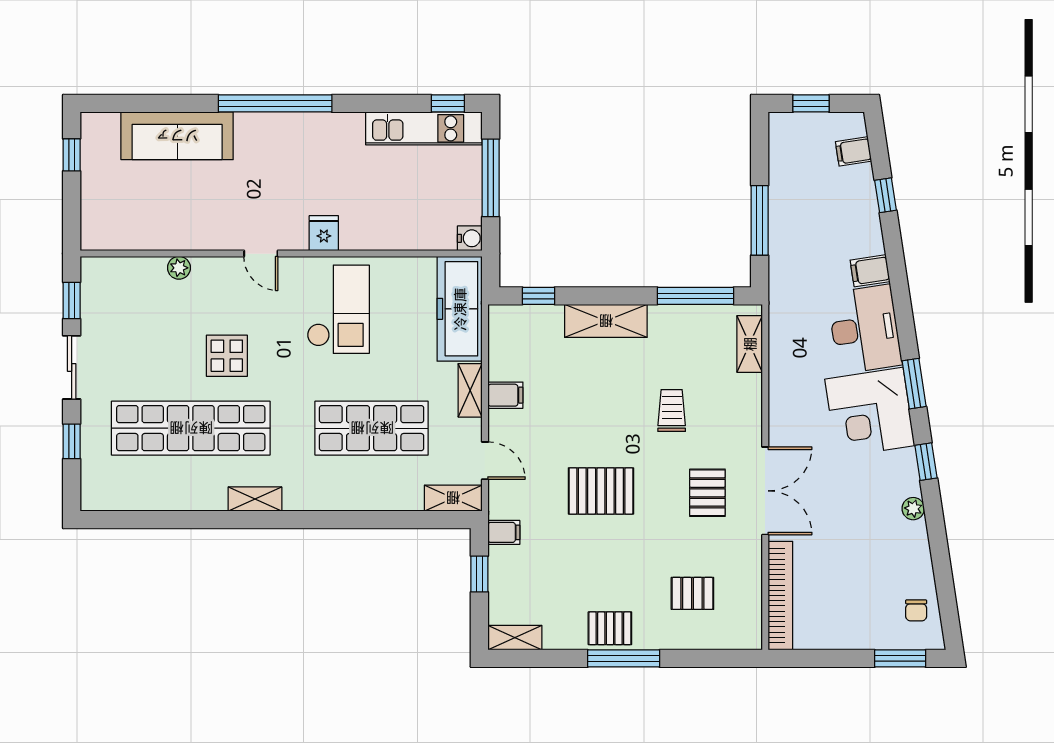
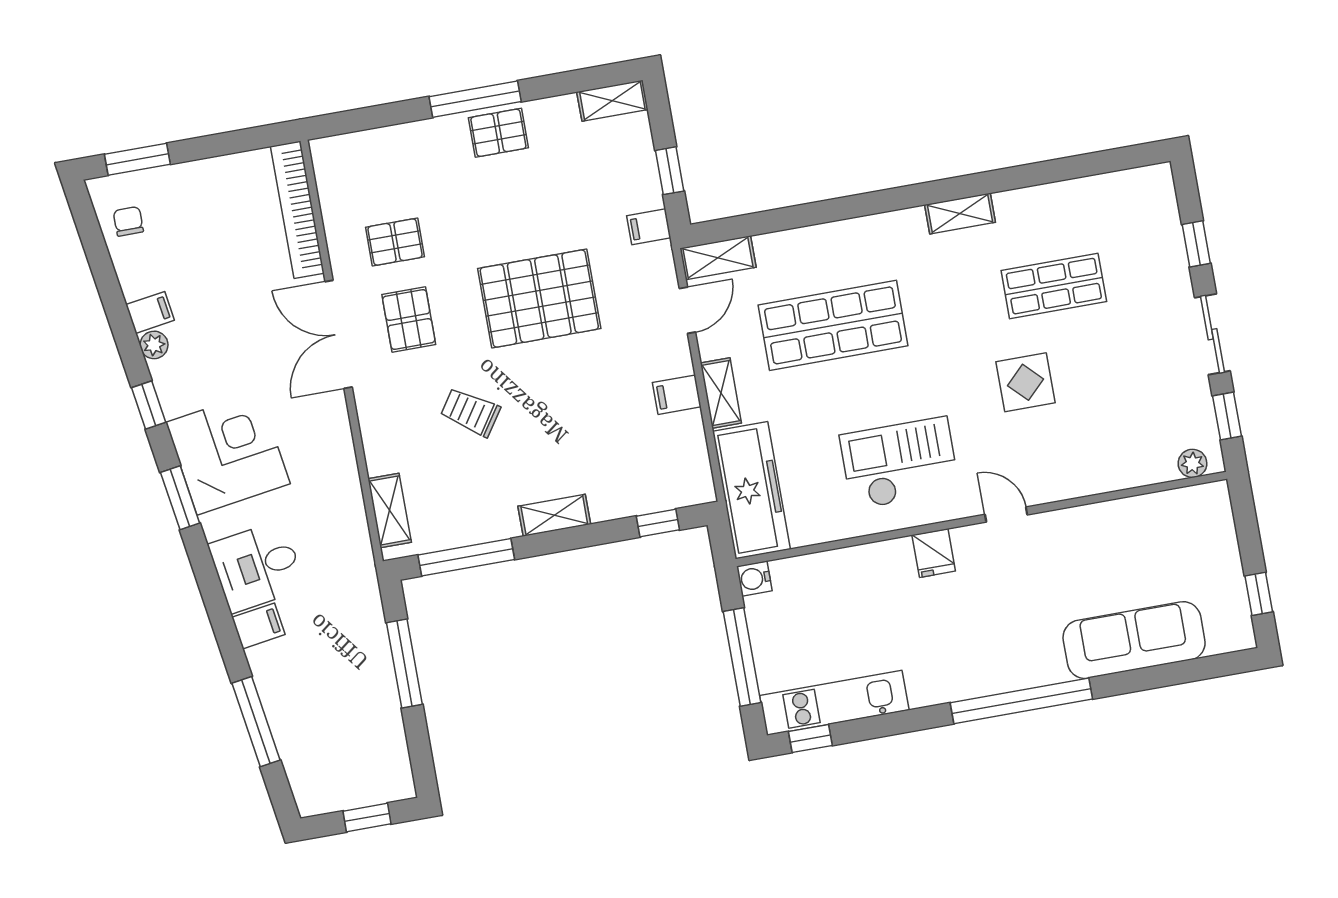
filing cabinet: (854, 151) -> (150, 312), moved
window: (885, 195) -> (256, 722), width x2.17
plant: (179, 268) -> (1192, 463), moved
checkout: (338, 309) -> (900, 463), turned 90
shelving: (606, 321) -> (554, 515), width x0.67, depth x0.75
desk: (865, 329) -> (257, 567), width x0.73
trolley: (672, 411) -> (470, 412), turned 124
shop shelf: (191, 428) -> (1054, 286), width x0.50, depth x0.74
door: (485, 461) -> (687, 310), swing flipped
pallet: (601, 491) -> (539, 299), width x1.37, depth x1.41
pallet: (692, 593) -> (395, 242), moved

